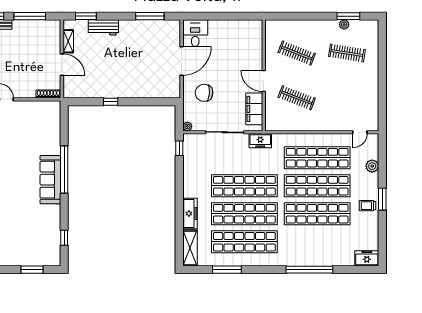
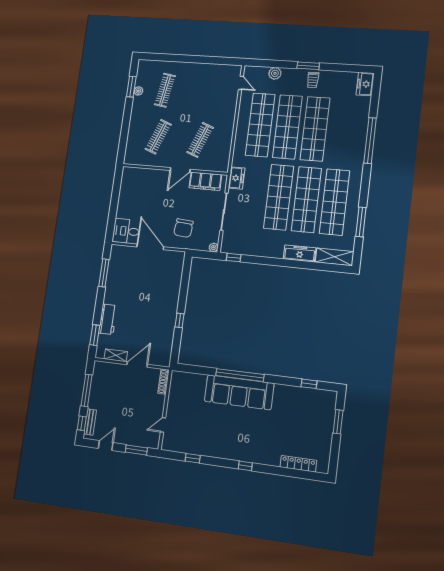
sofa: (50, 180) -> (239, 392), width x1.36, depth x1.27

